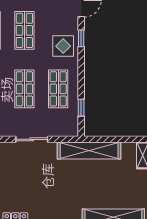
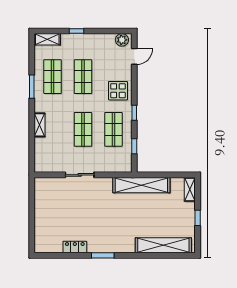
window: (81, 38) -> (134, 113), moved
sliding door: (32, 139) -> (80, 175), moved

